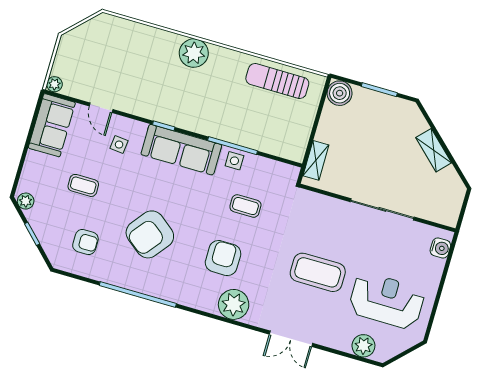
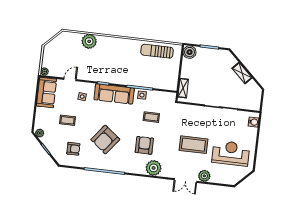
plant: (194, 53) -> (89, 41), moved
door: (101, 108) -> (70, 79), swing flipped
plant: (363, 346) -> (204, 176), moved

